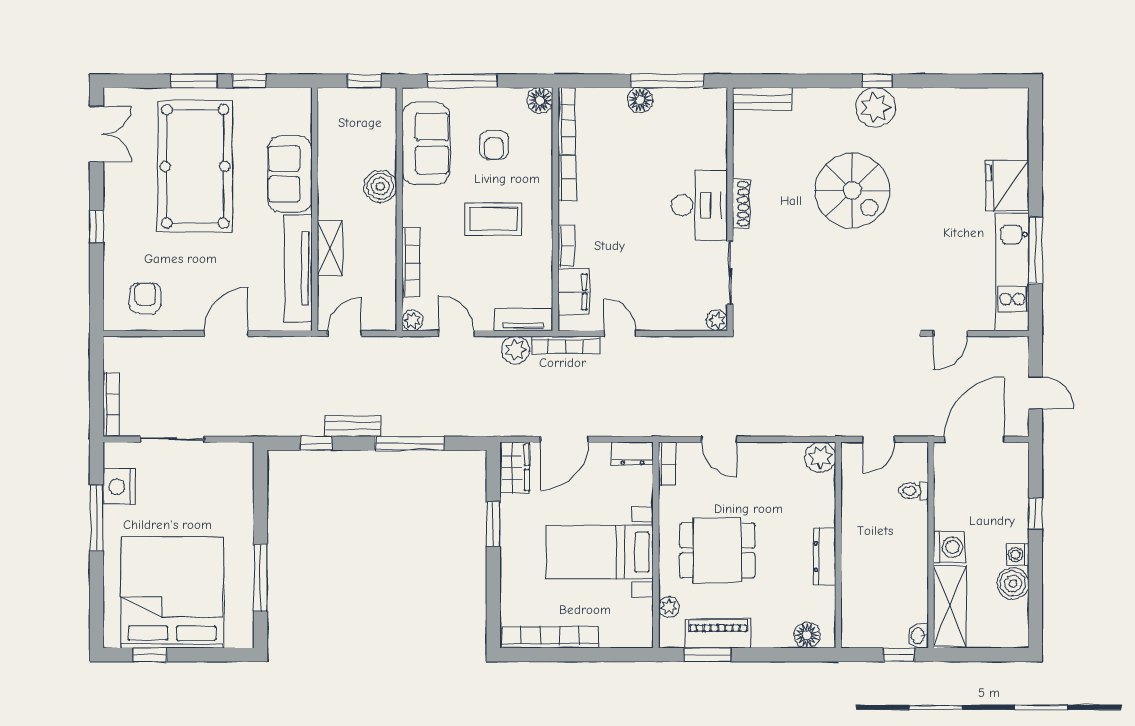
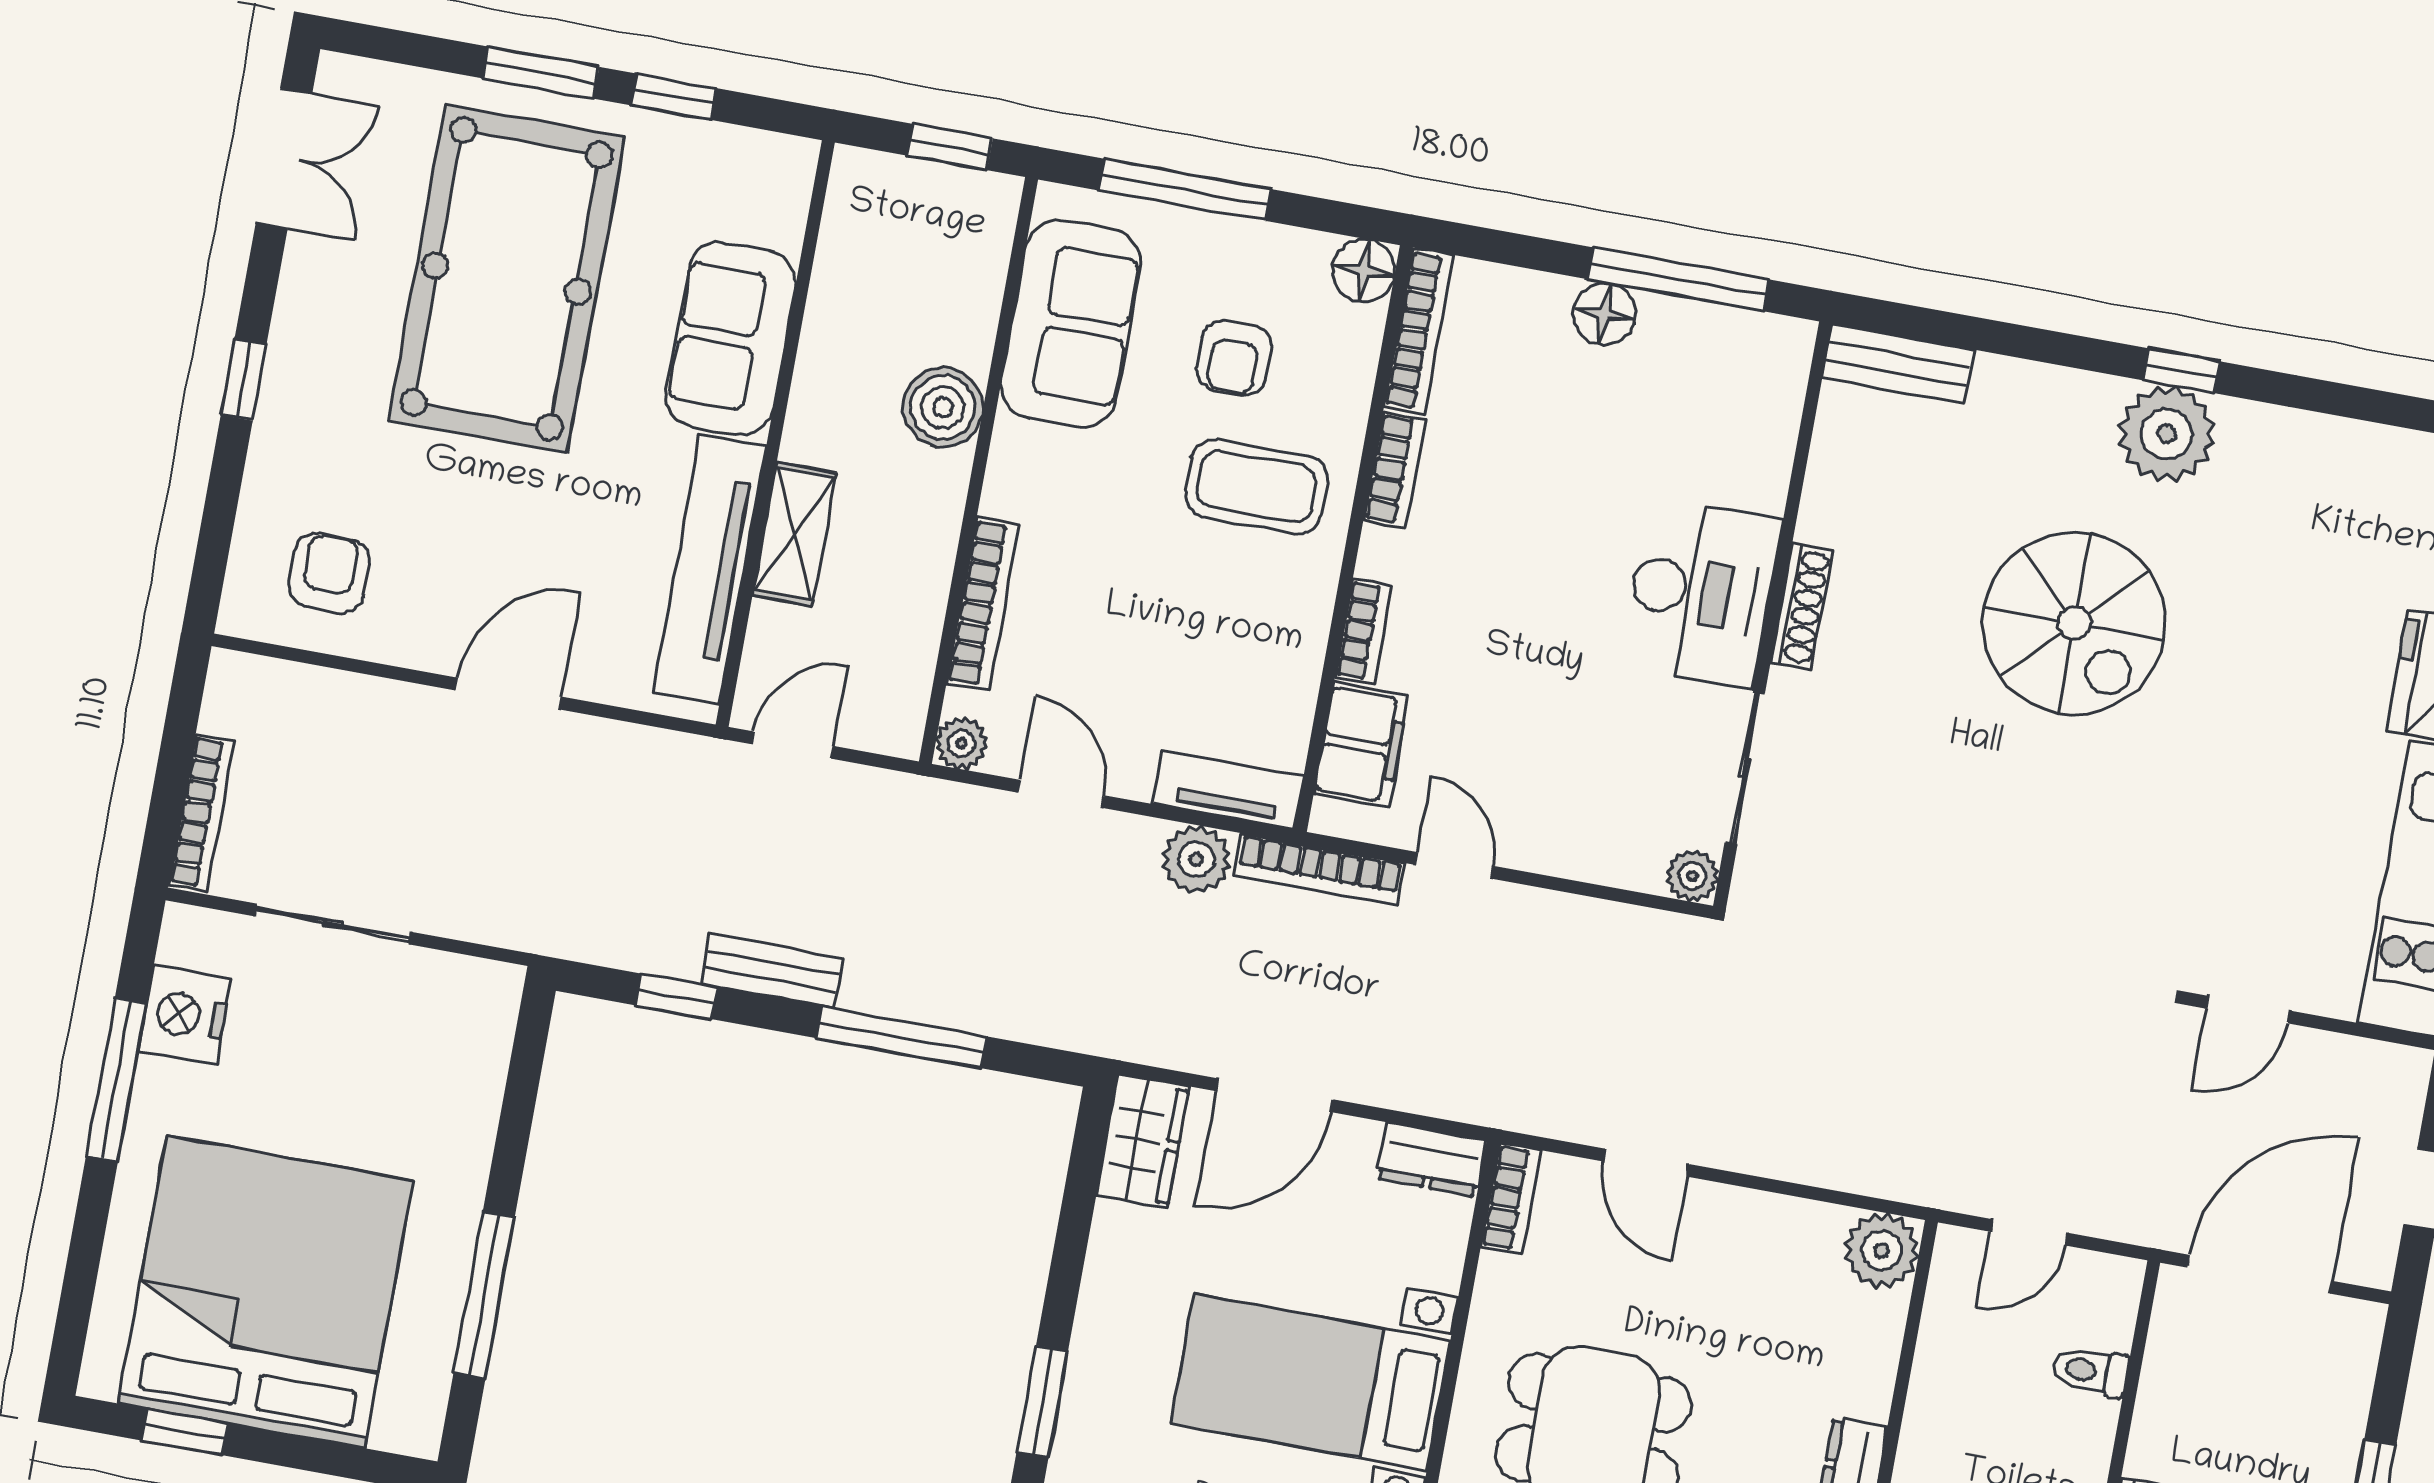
coffee table: (493, 219) -> (1257, 487), moved
window: (493, 524) -> (1042, 1402), moved

